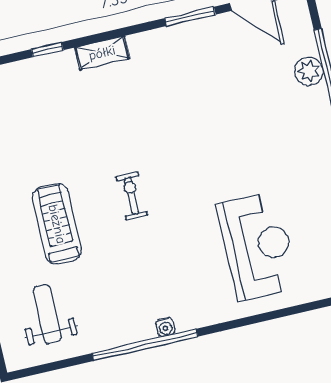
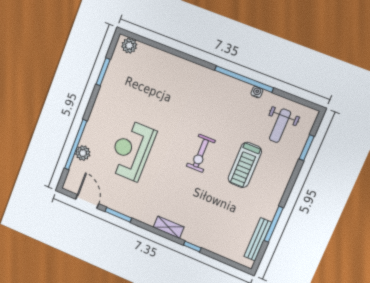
exercise bike: (132, 196) -> (201, 153), width x1.38, depth x1.39
reception desk: (257, 246) -> (132, 150), moved
water cooler: (165, 327) -> (257, 92), moved

